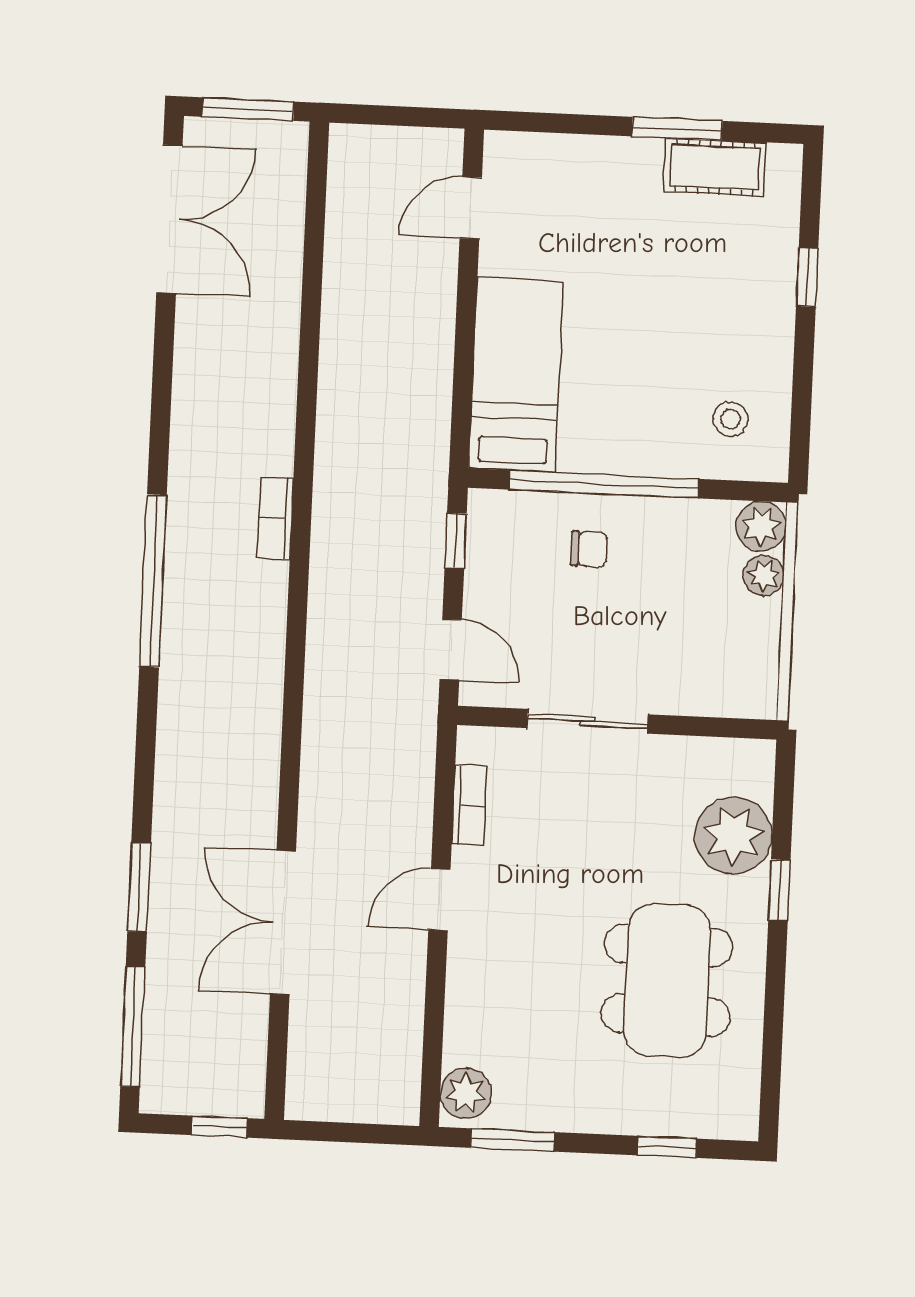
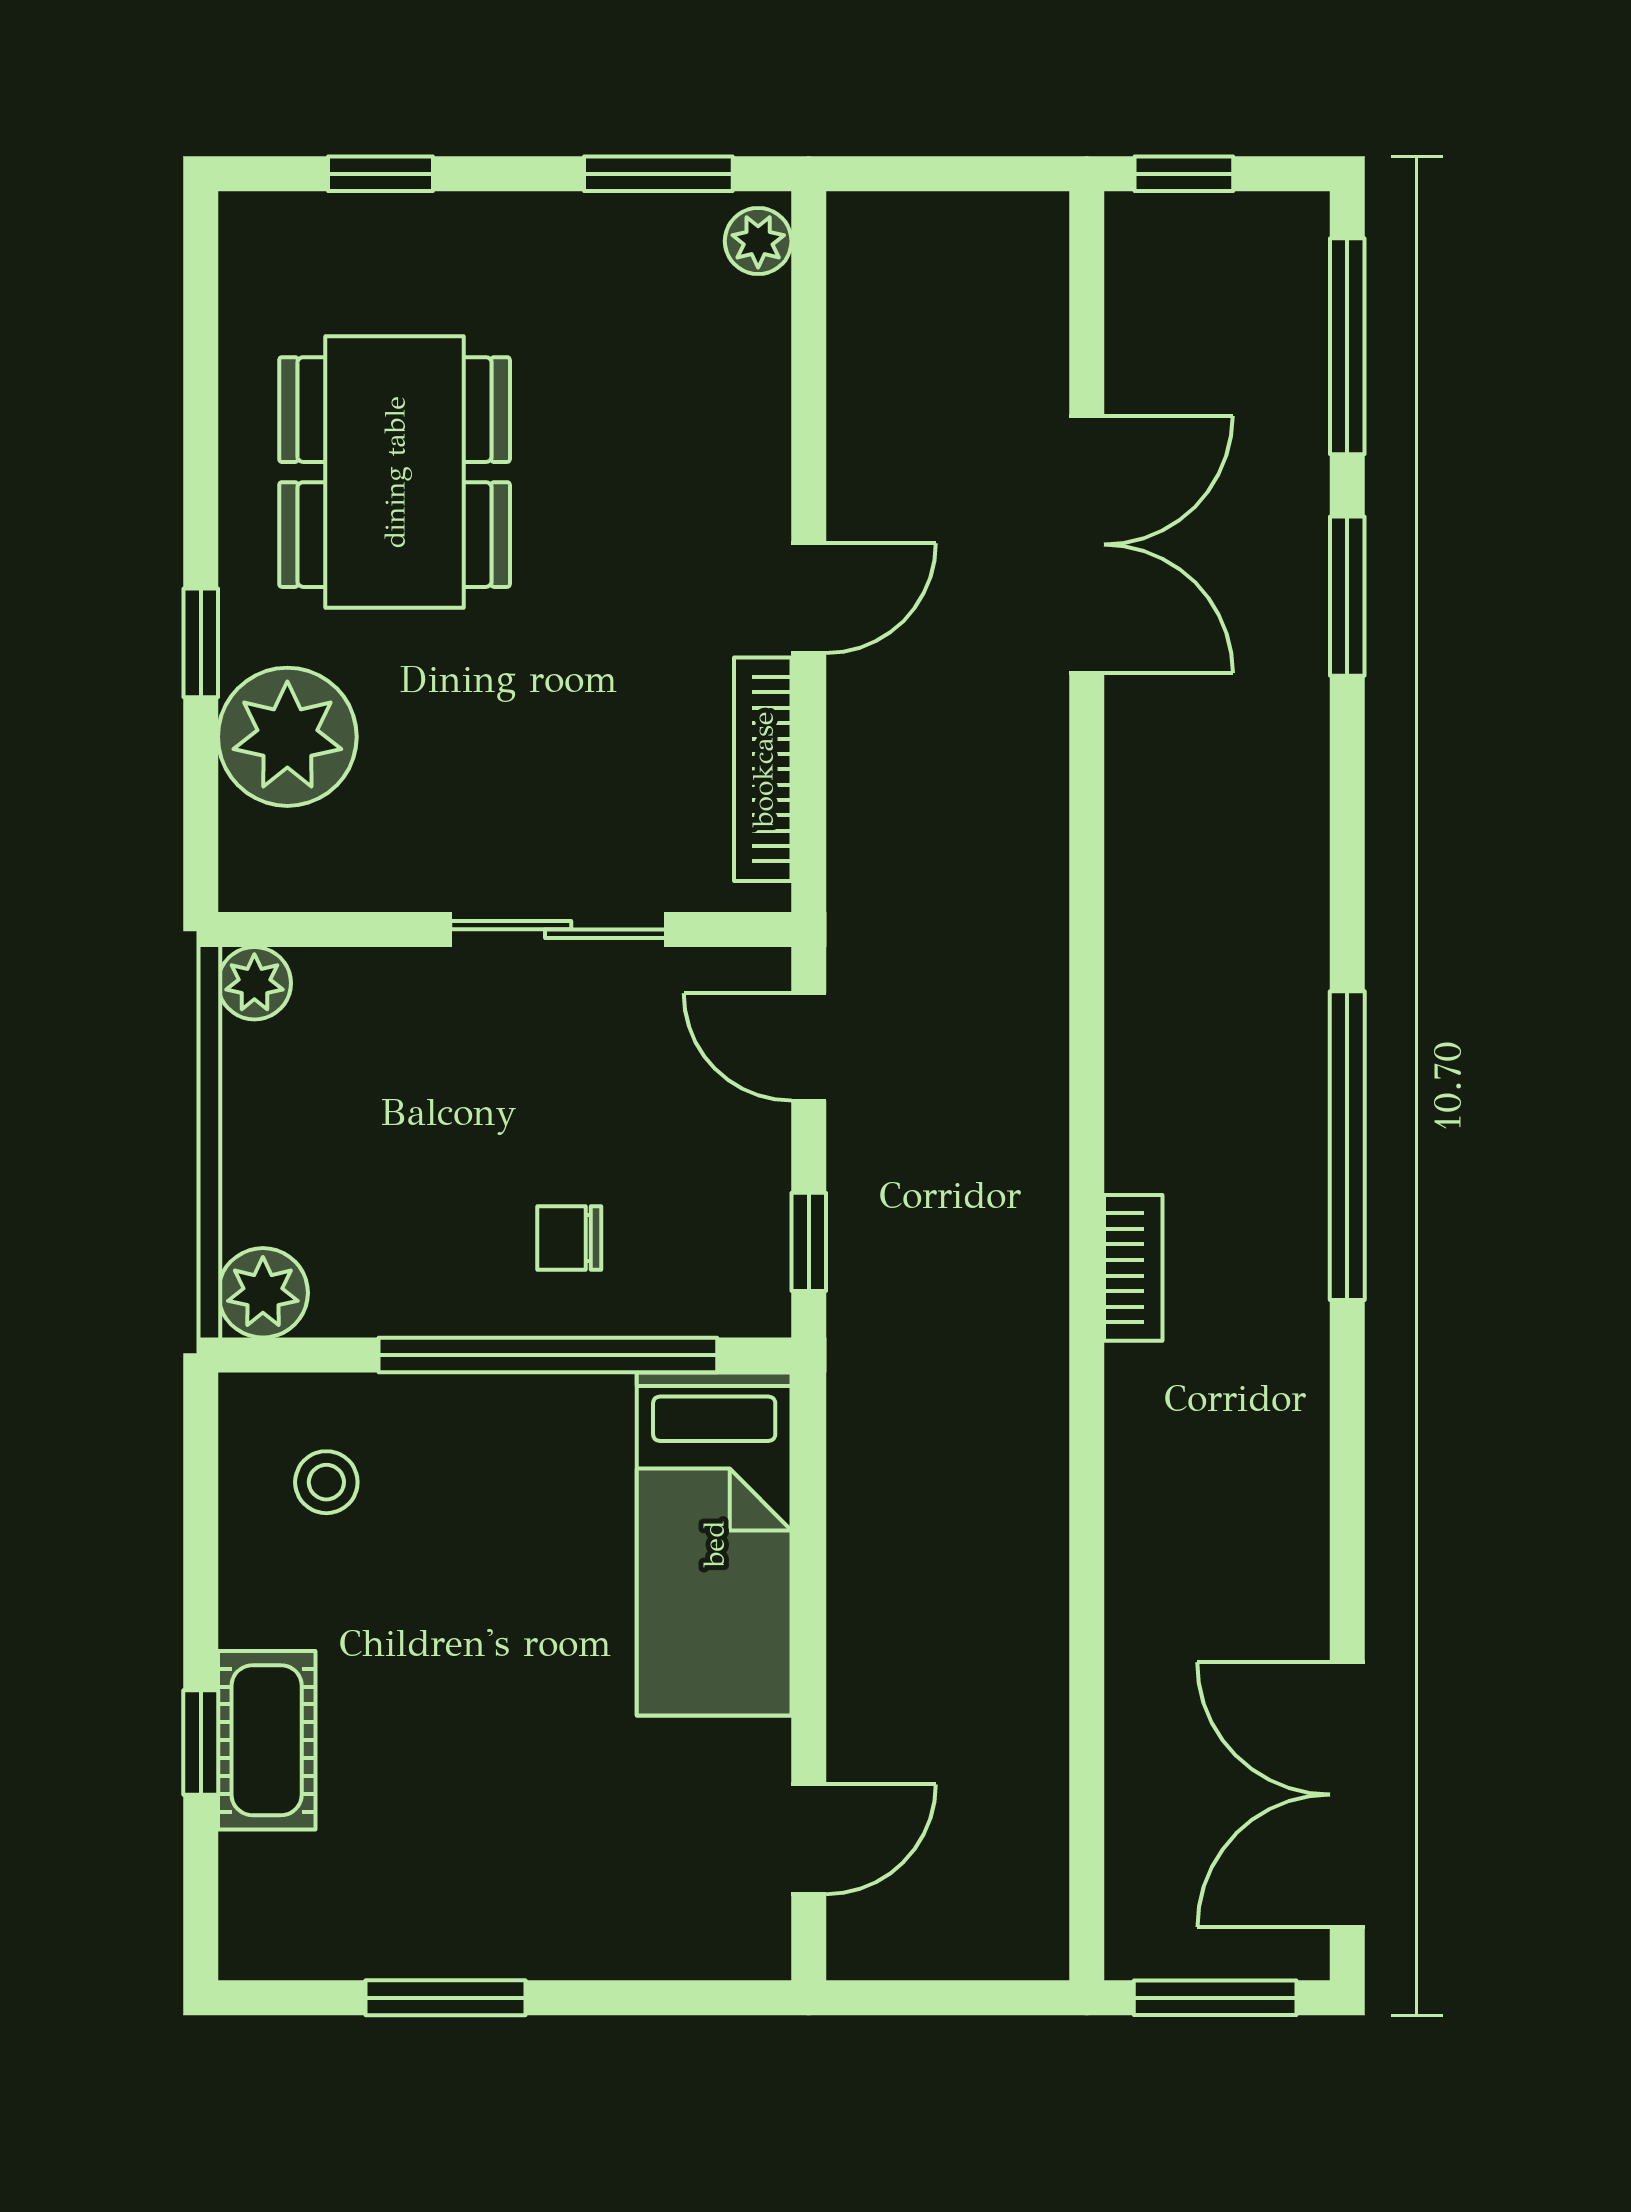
cot: (715, 167) -> (267, 1740), moved, turned 90
plant: (764, 576) -> (254, 983), moved
bookcase: (469, 805) -> (763, 769), width x1.56
plant: (466, 1093) -> (758, 241), width x0.73, depth x0.73

